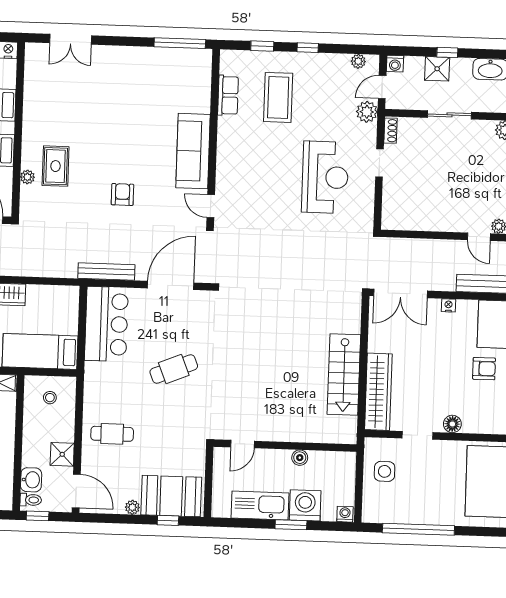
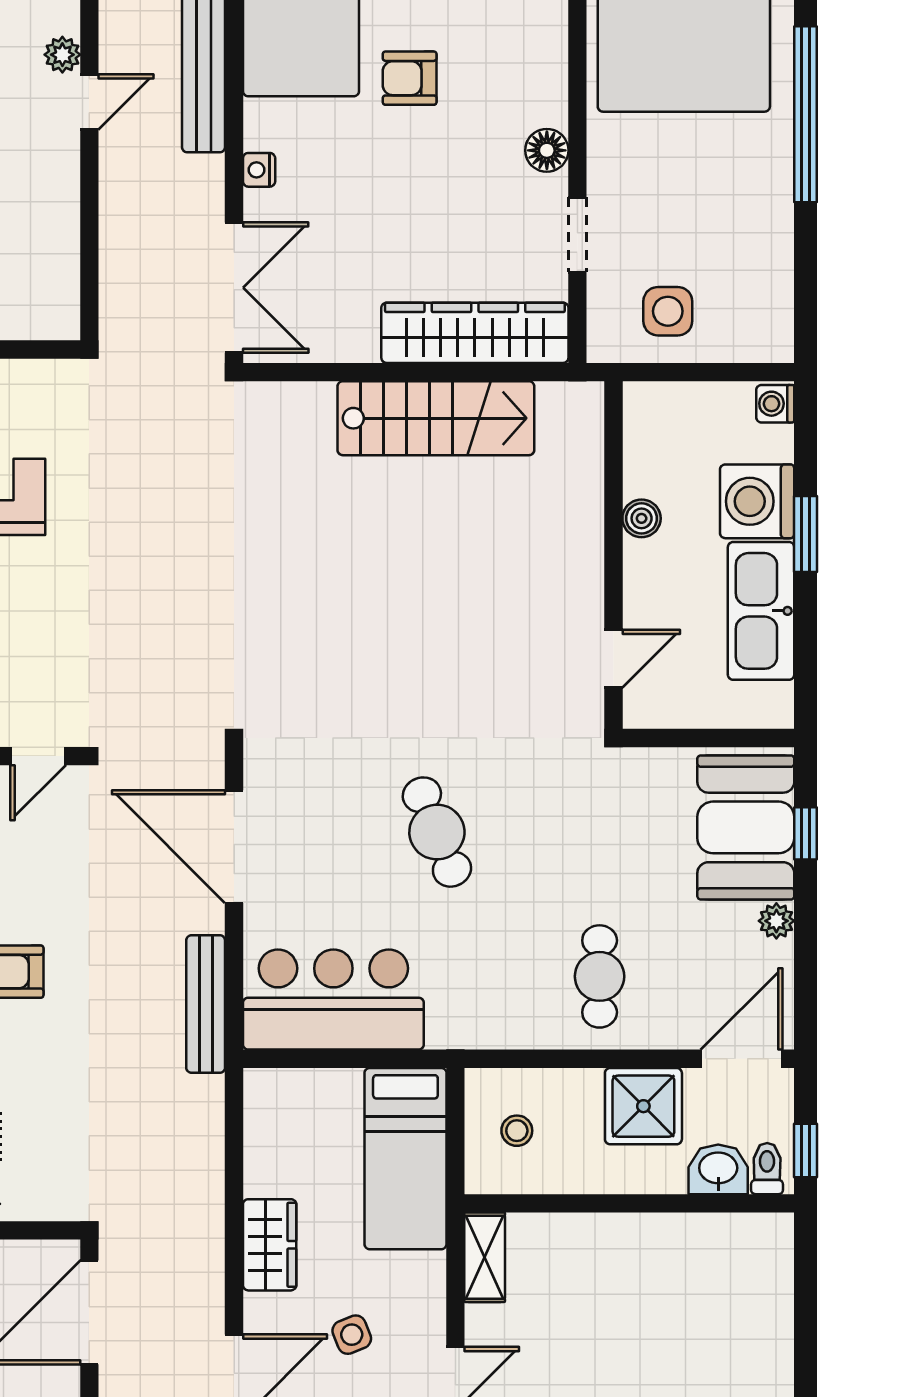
armchair: (484, 369) -> (410, 78), turned -90
door: (243, 444) -> (613, 659), hinge flipped
shower: (62, 454) -> (643, 1106), width x1.36, depth x1.36
window: (418, 529) -> (805, 114), moved

